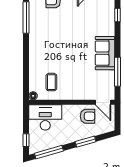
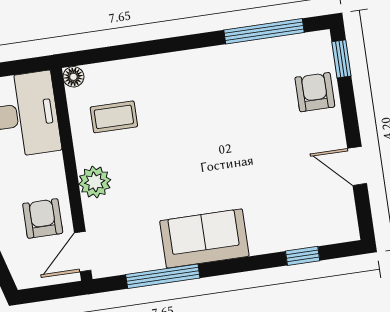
plant: (76, 93) -> (95, 182), added
armchair: (88, 116) -> (43, 218), turned 180

